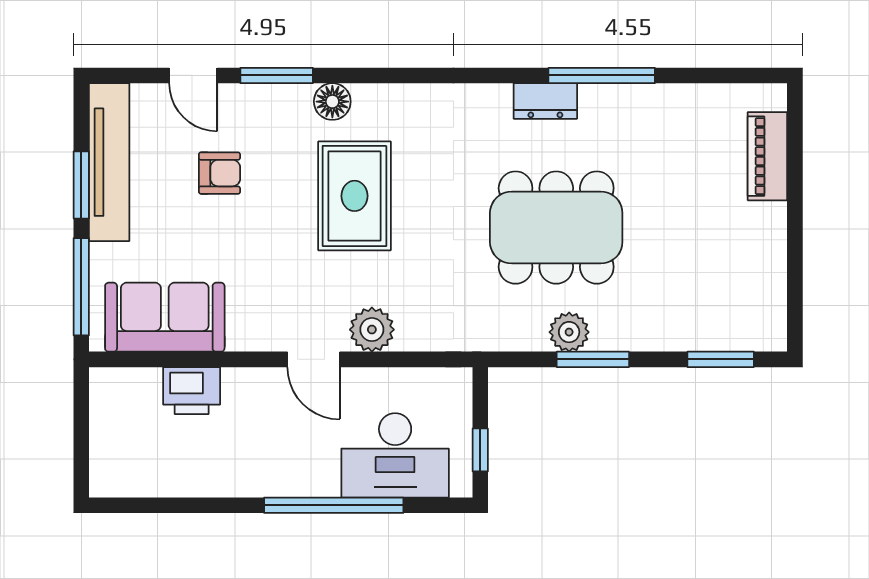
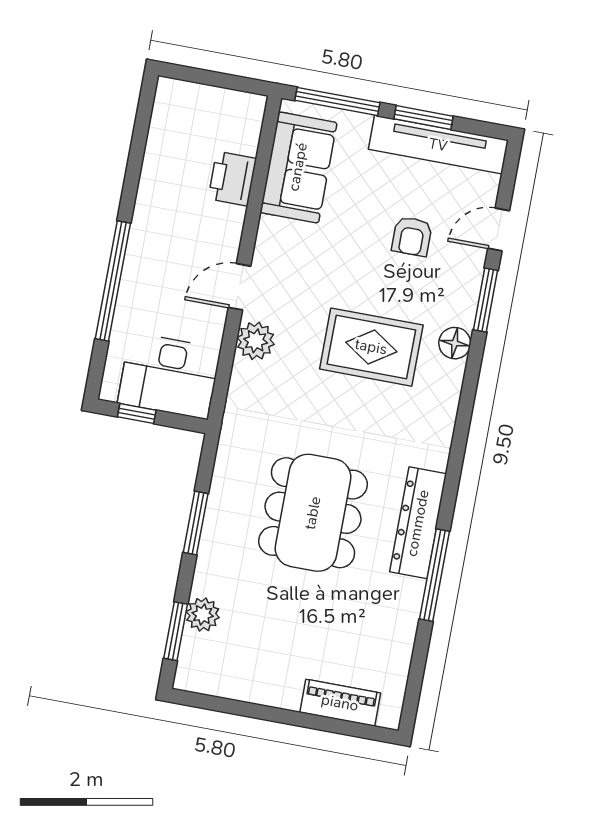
dresser: (545, 101) -> (418, 523), width x1.96, depth x1.24
plant: (569, 332) -> (203, 615), moved
desk: (395, 455) -> (169, 376), moved, turned -90

